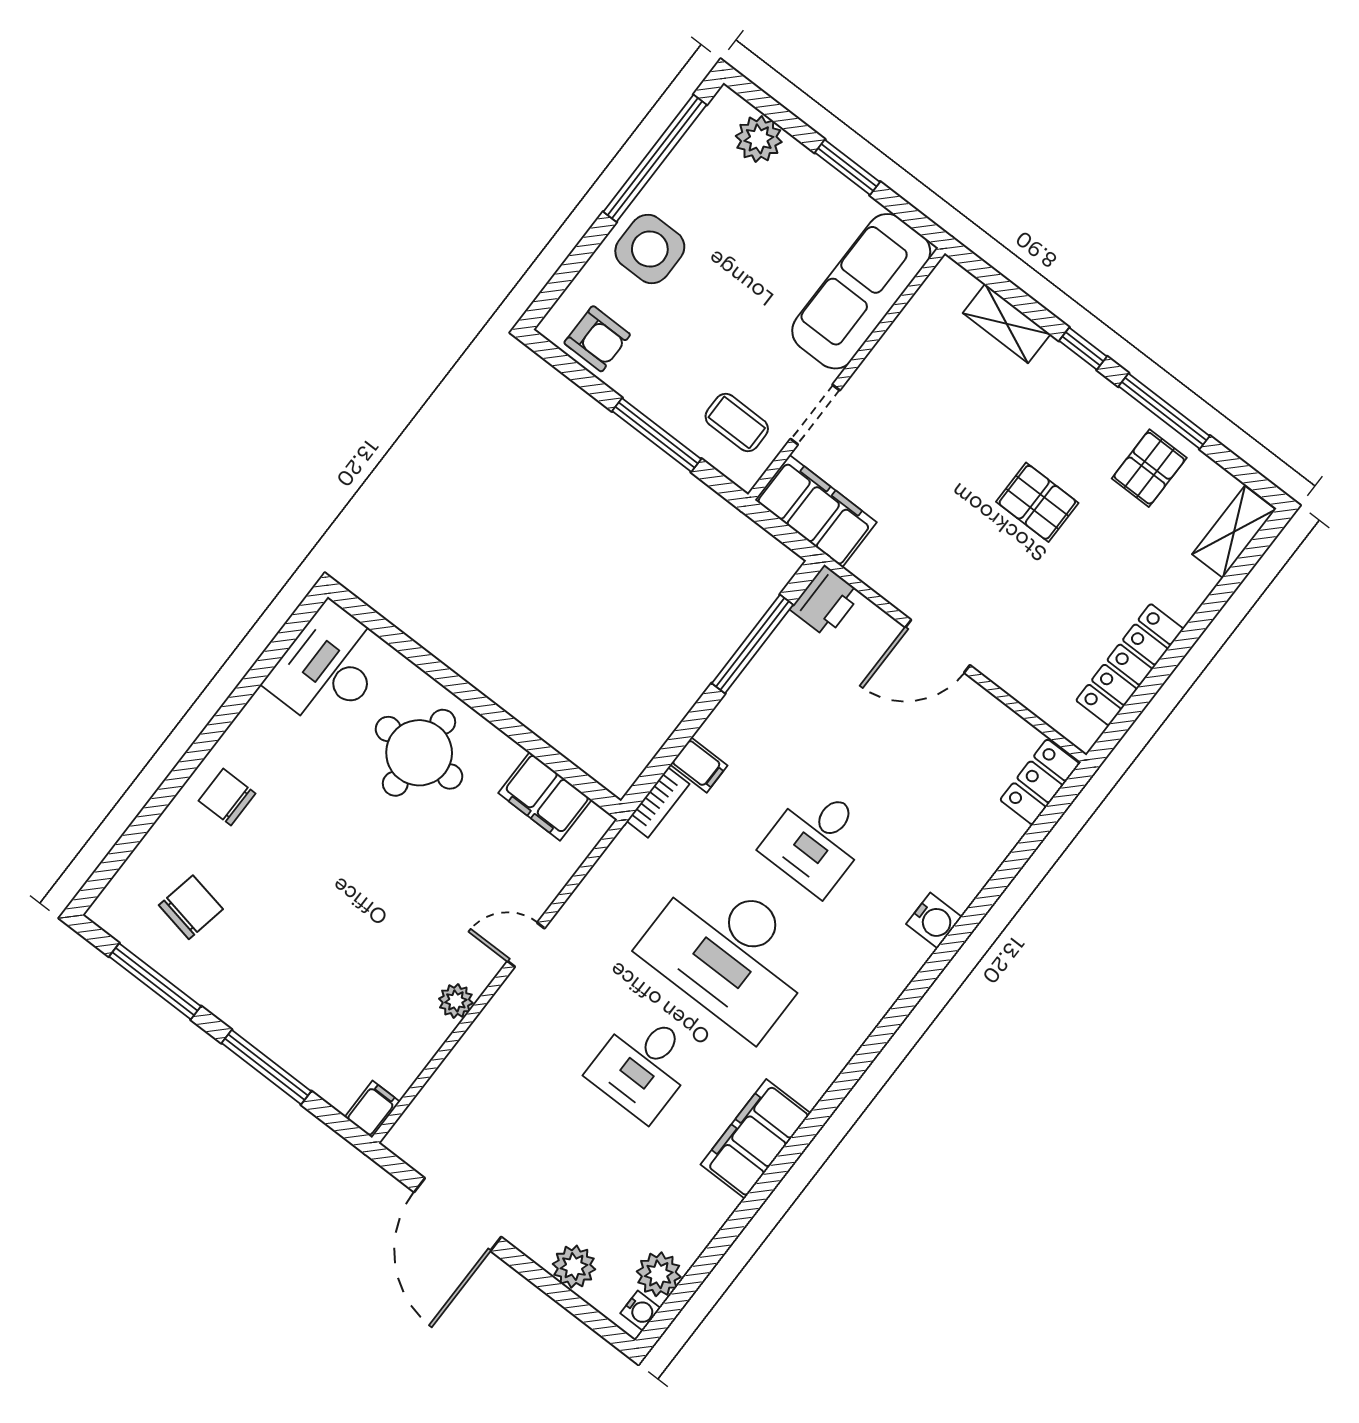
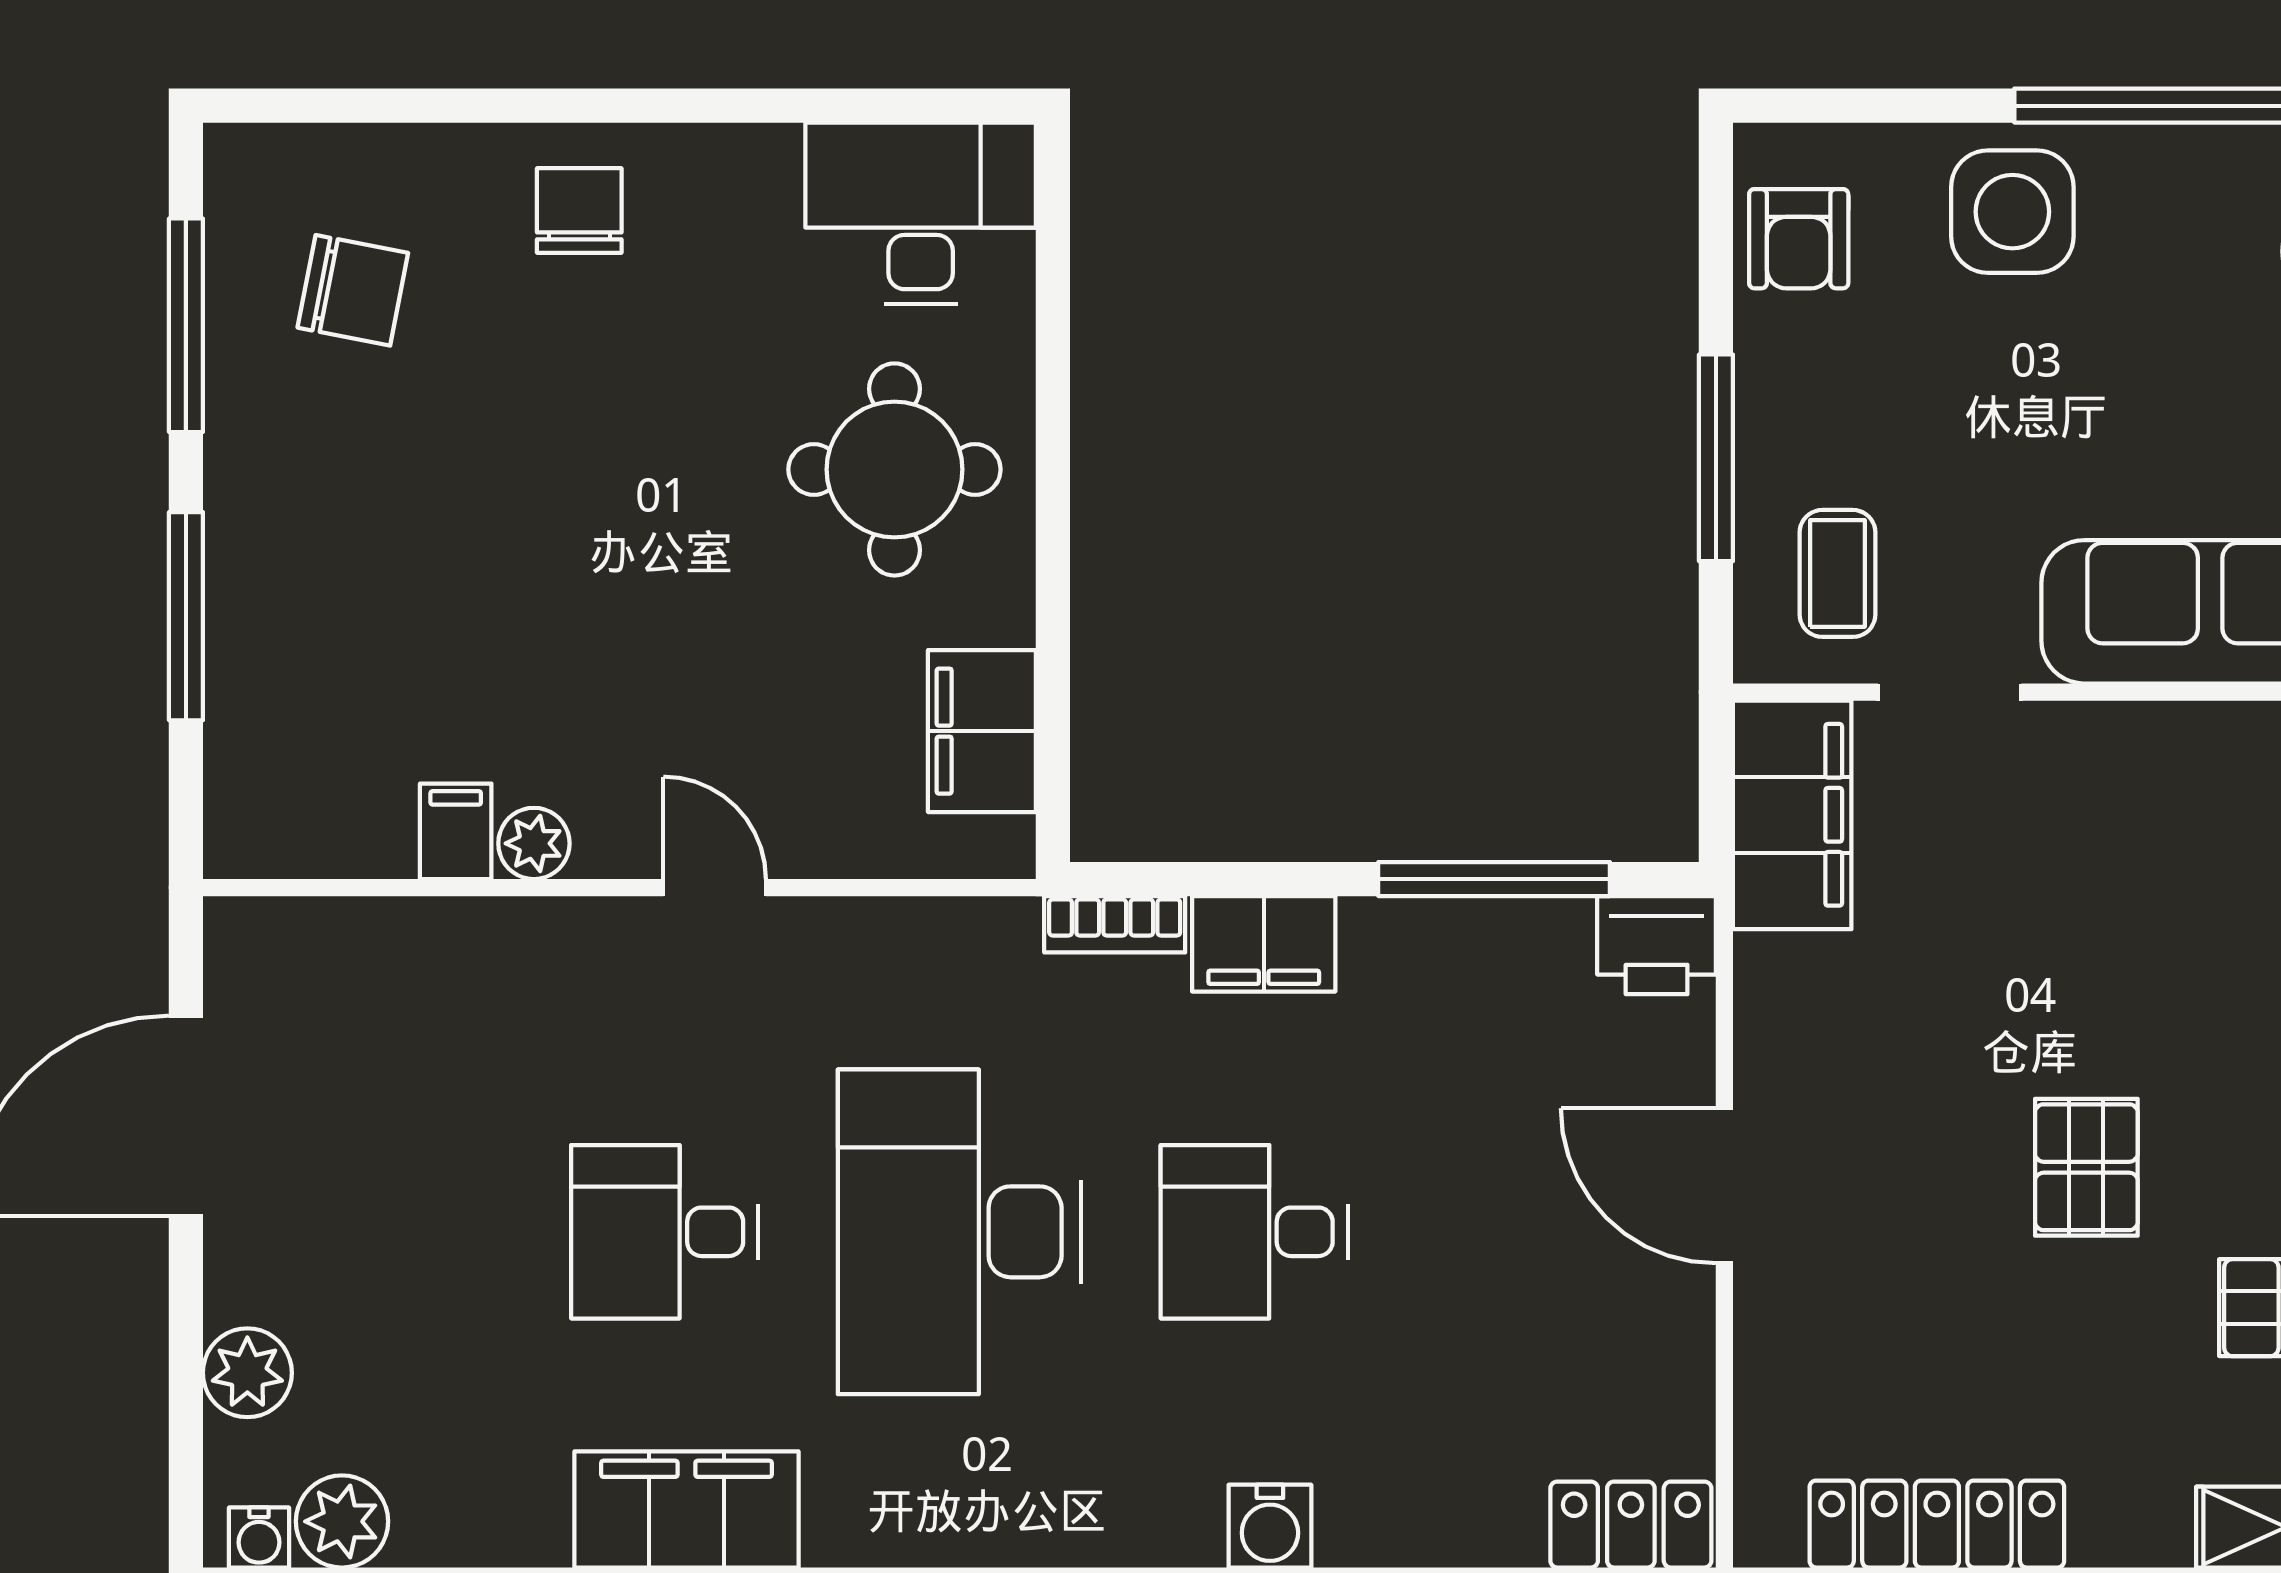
filing cabinet: (699, 765) -> (1264, 944), width x2.00
filing cabinet: (372, 1109) -> (456, 831), moved, turned -90

